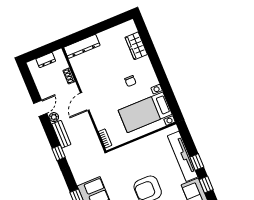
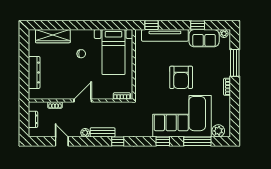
dresser: (82, 46) -> (34, 72), moved
wardrobe: (136, 46) -> (53, 36), width x1.50
door: (85, 102) -> (83, 100), swing flipped
door: (40, 108) -> (62, 141), moved
window: (197, 162) -> (151, 25), moved

